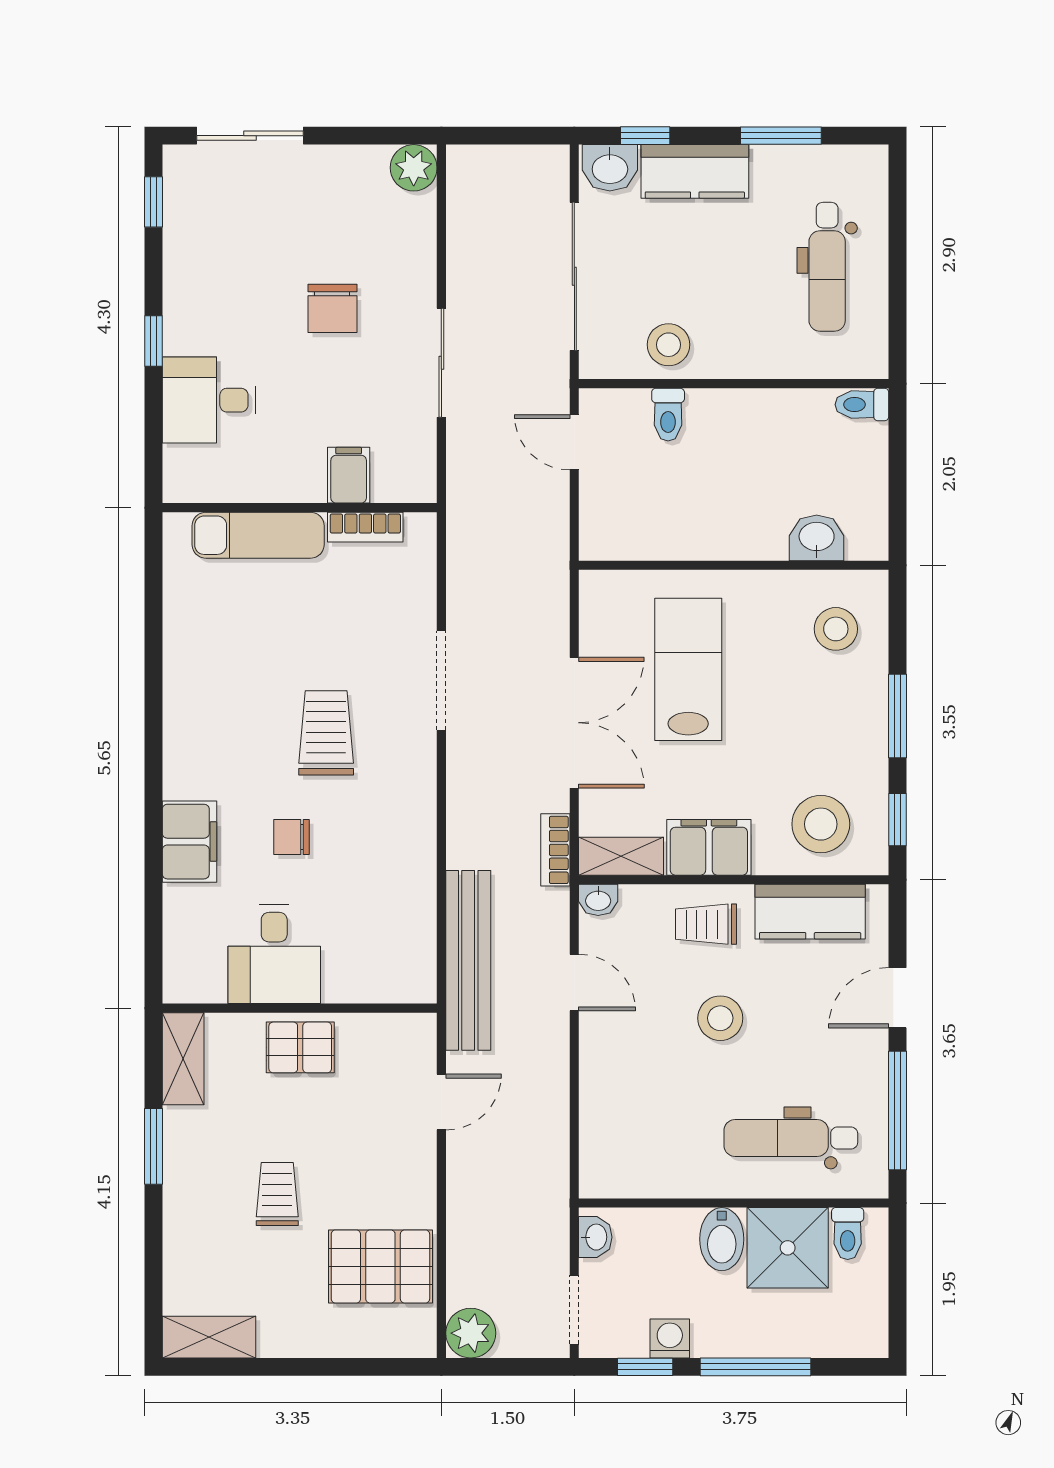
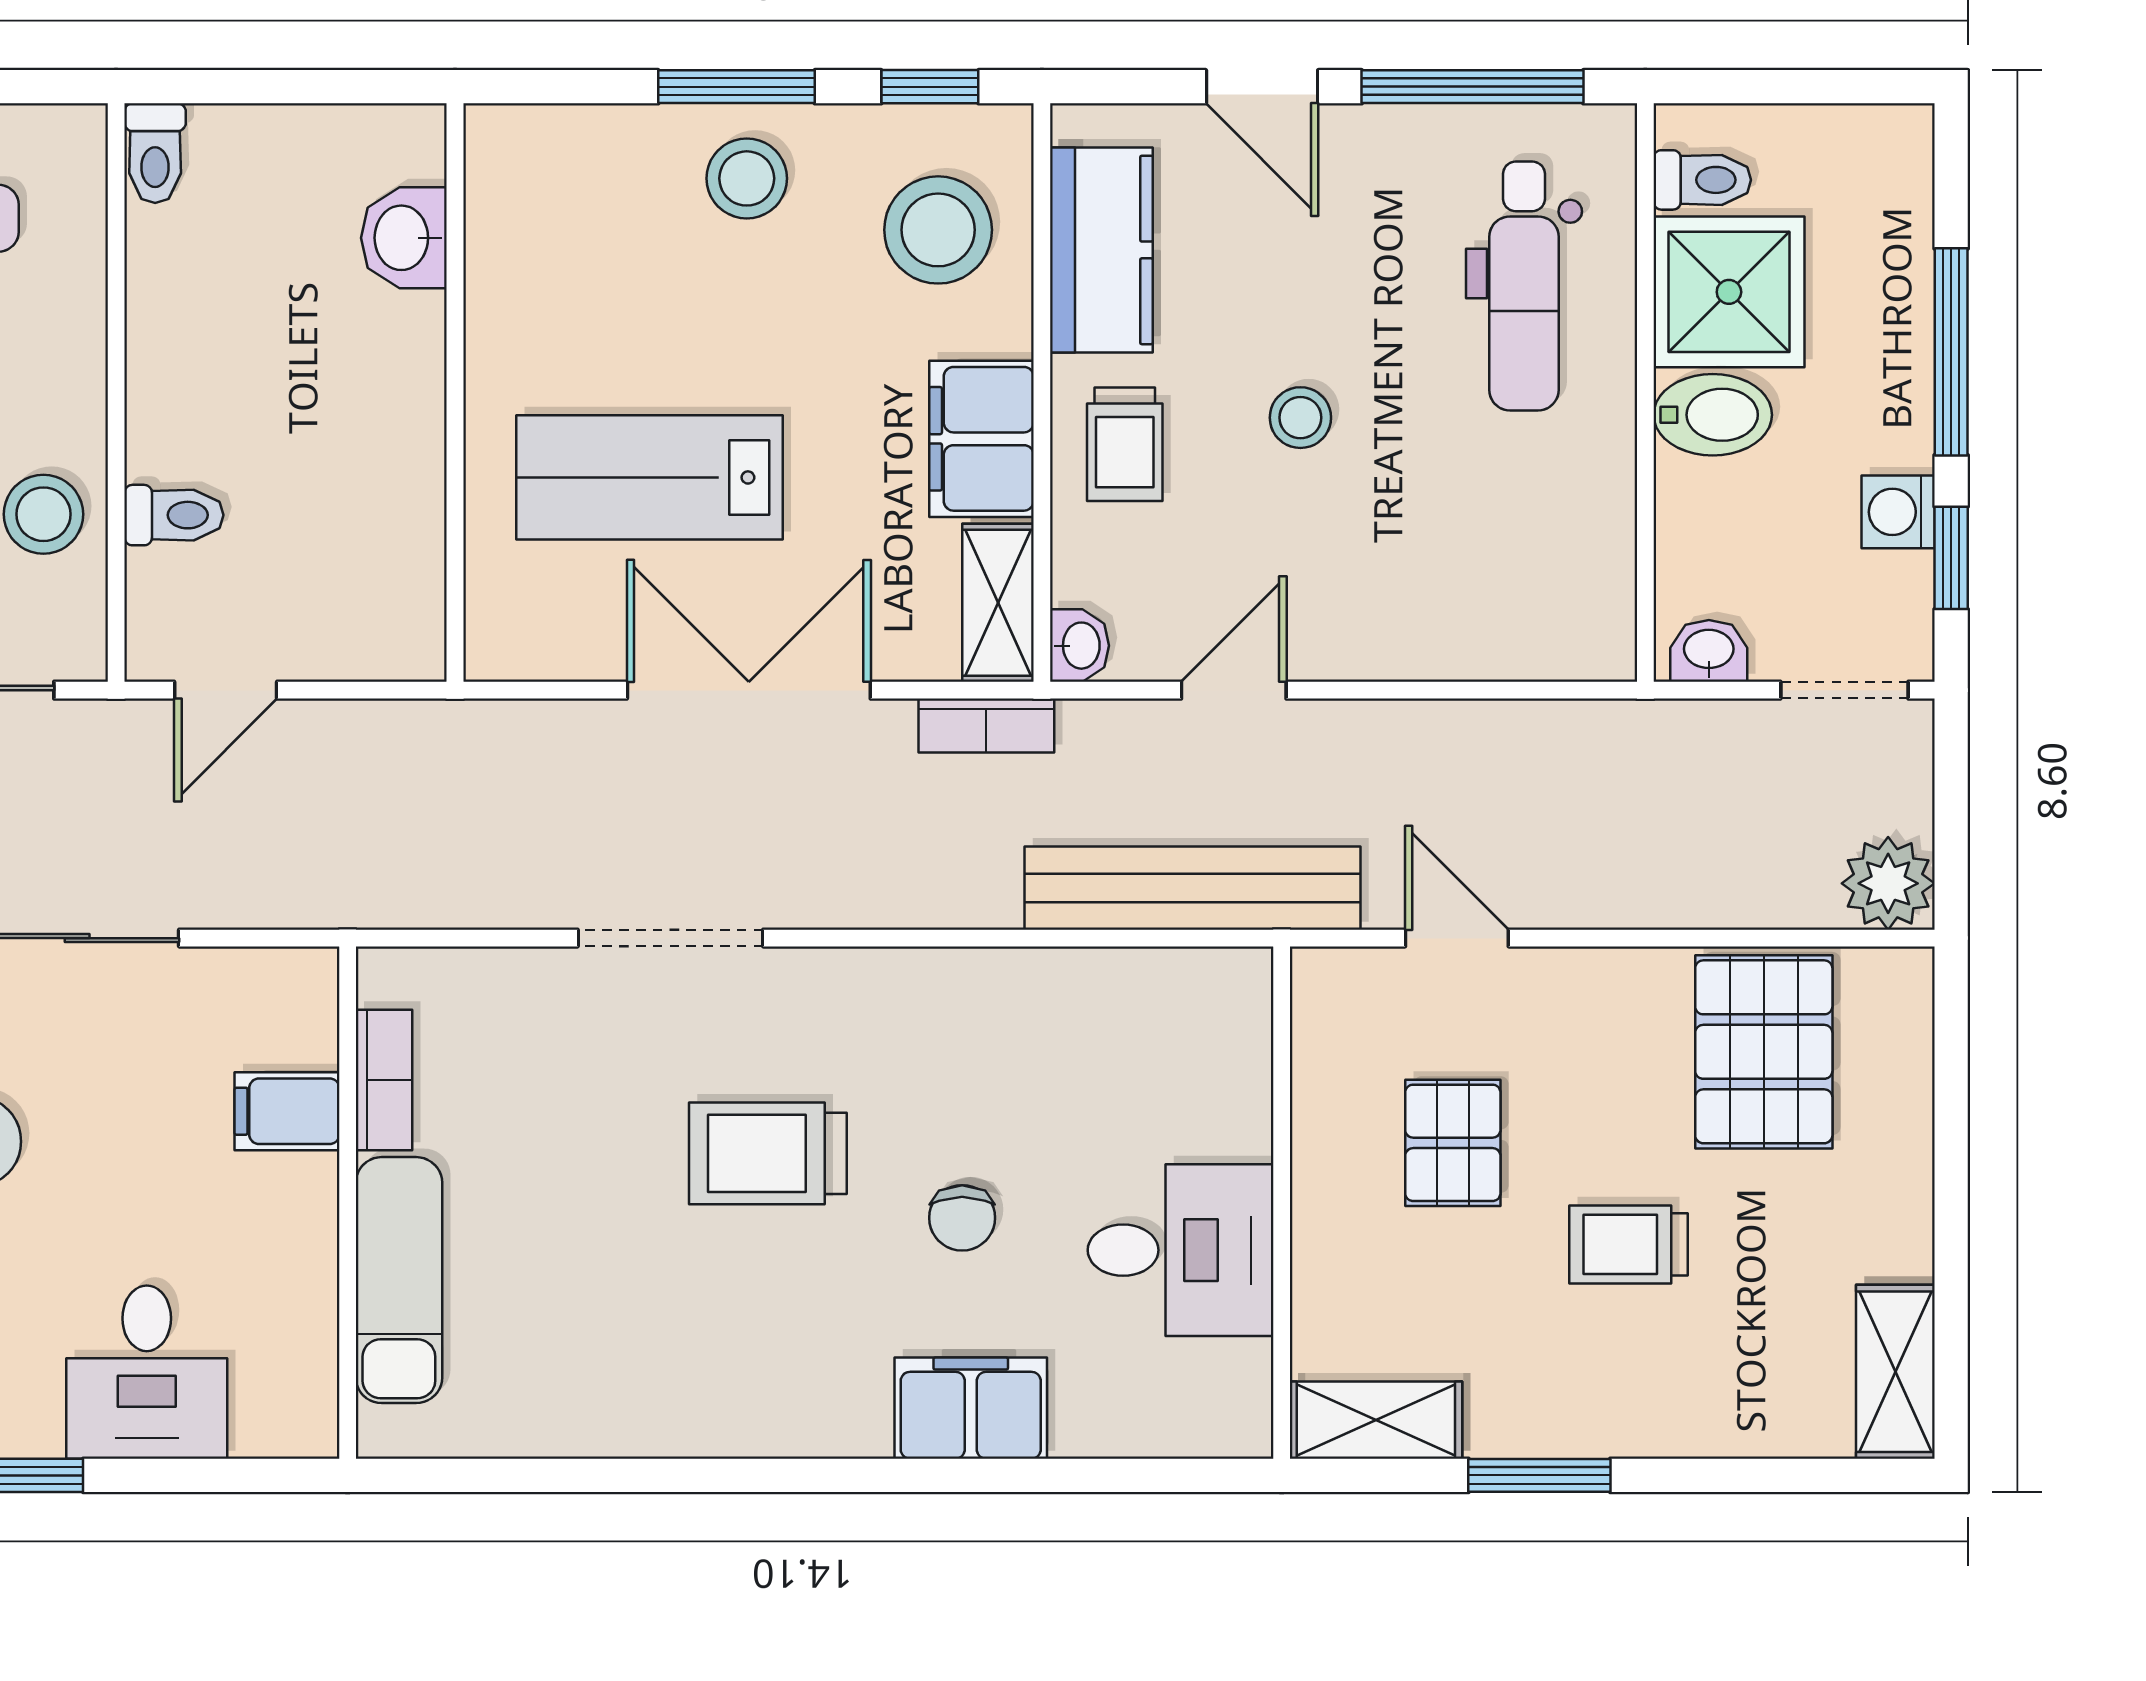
stool: (836, 629) -> (747, 178), moved
stool: (720, 1018) -> (1300, 418), width x0.73, depth x0.73
pallet: (300, 1047) -> (1453, 1143), moved

